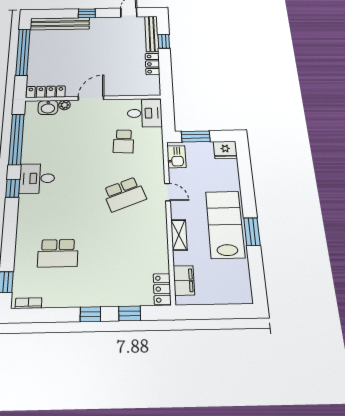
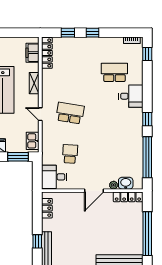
locker: (153, 64) -> (47, 208), moved
desk: (37, 178) -> (131, 96), moved
school desk: (124, 194) -> (70, 113), turned 30
locker: (162, 289) -> (47, 53), width x1.53

